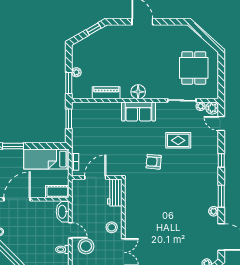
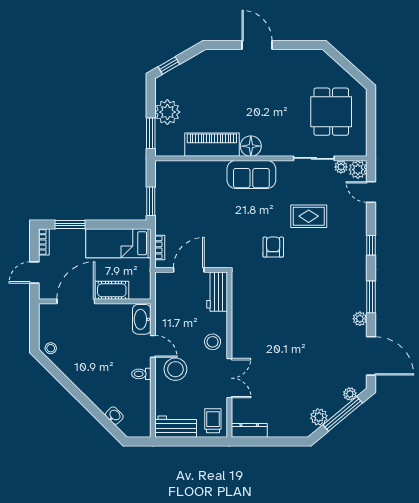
window: (94, 29) -> (169, 65), moved
plant: (76, 72) -> (167, 112), width x1.88, depth x1.88
piano: (106, 93) -> (212, 145), width x1.37, depth x1.33
window: (69, 119) -> (151, 201), moved
armchair: (154, 162) -> (273, 247), turned 85
cot: (57, 192) -> (112, 290), moved

